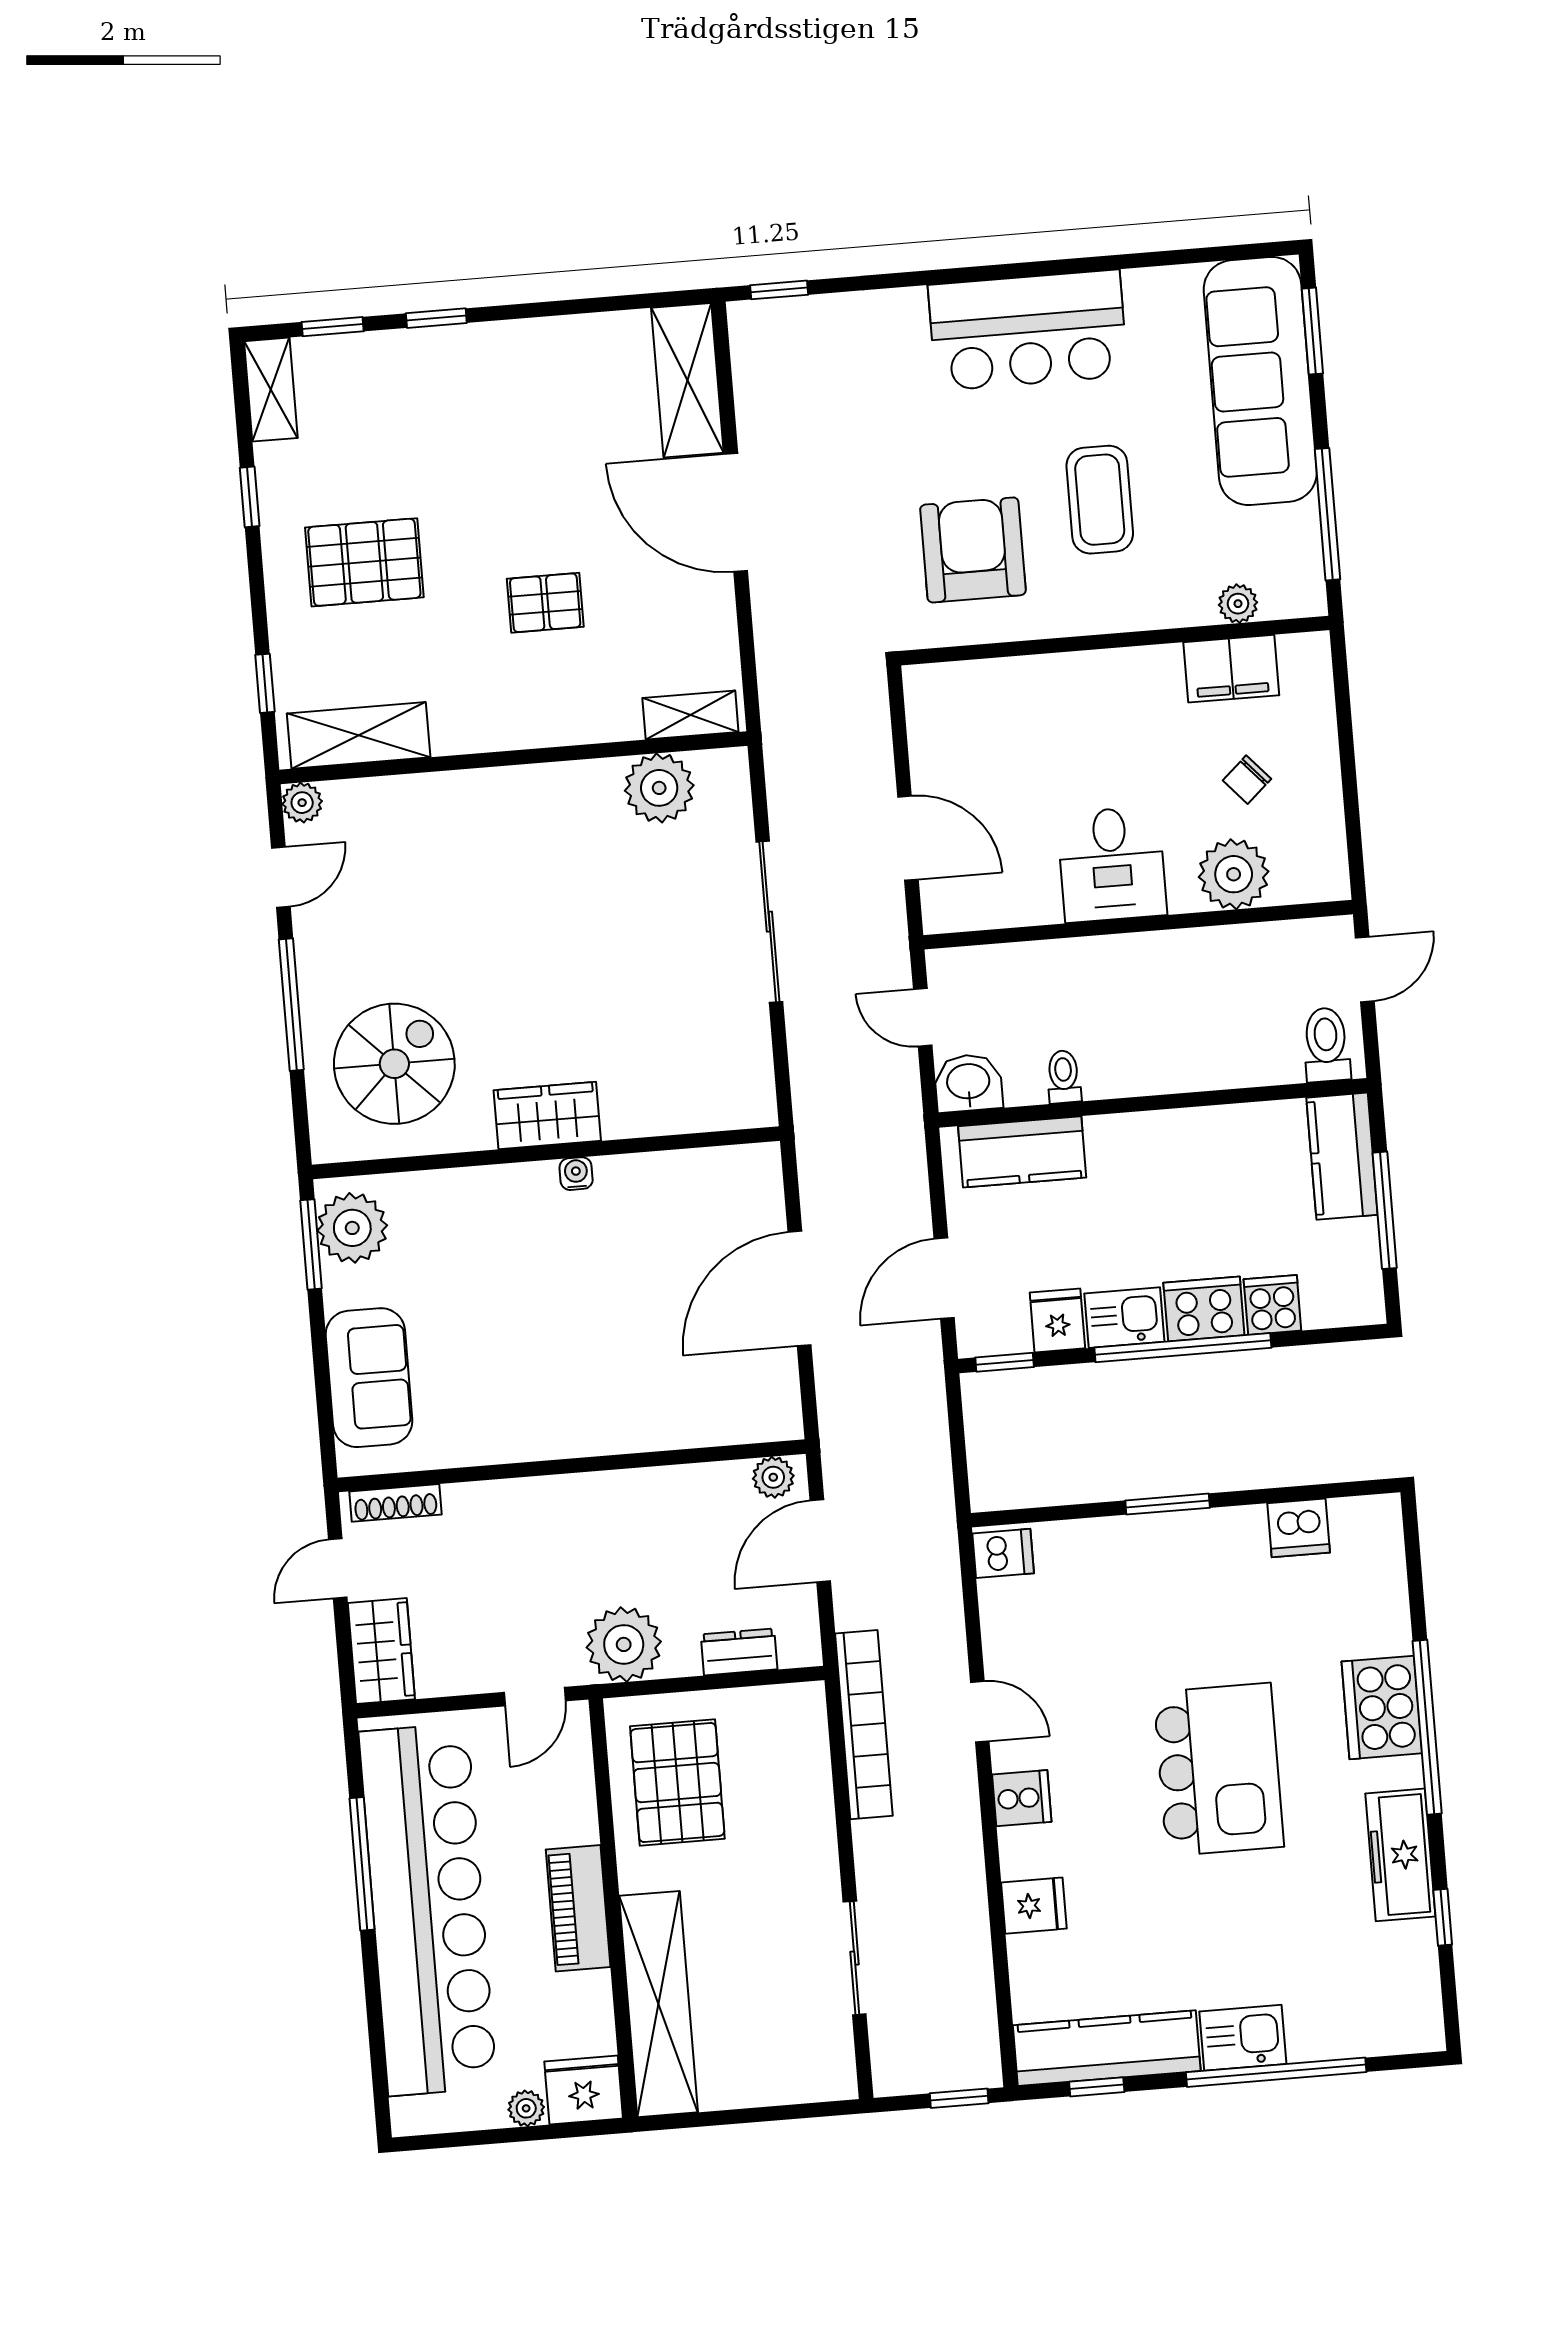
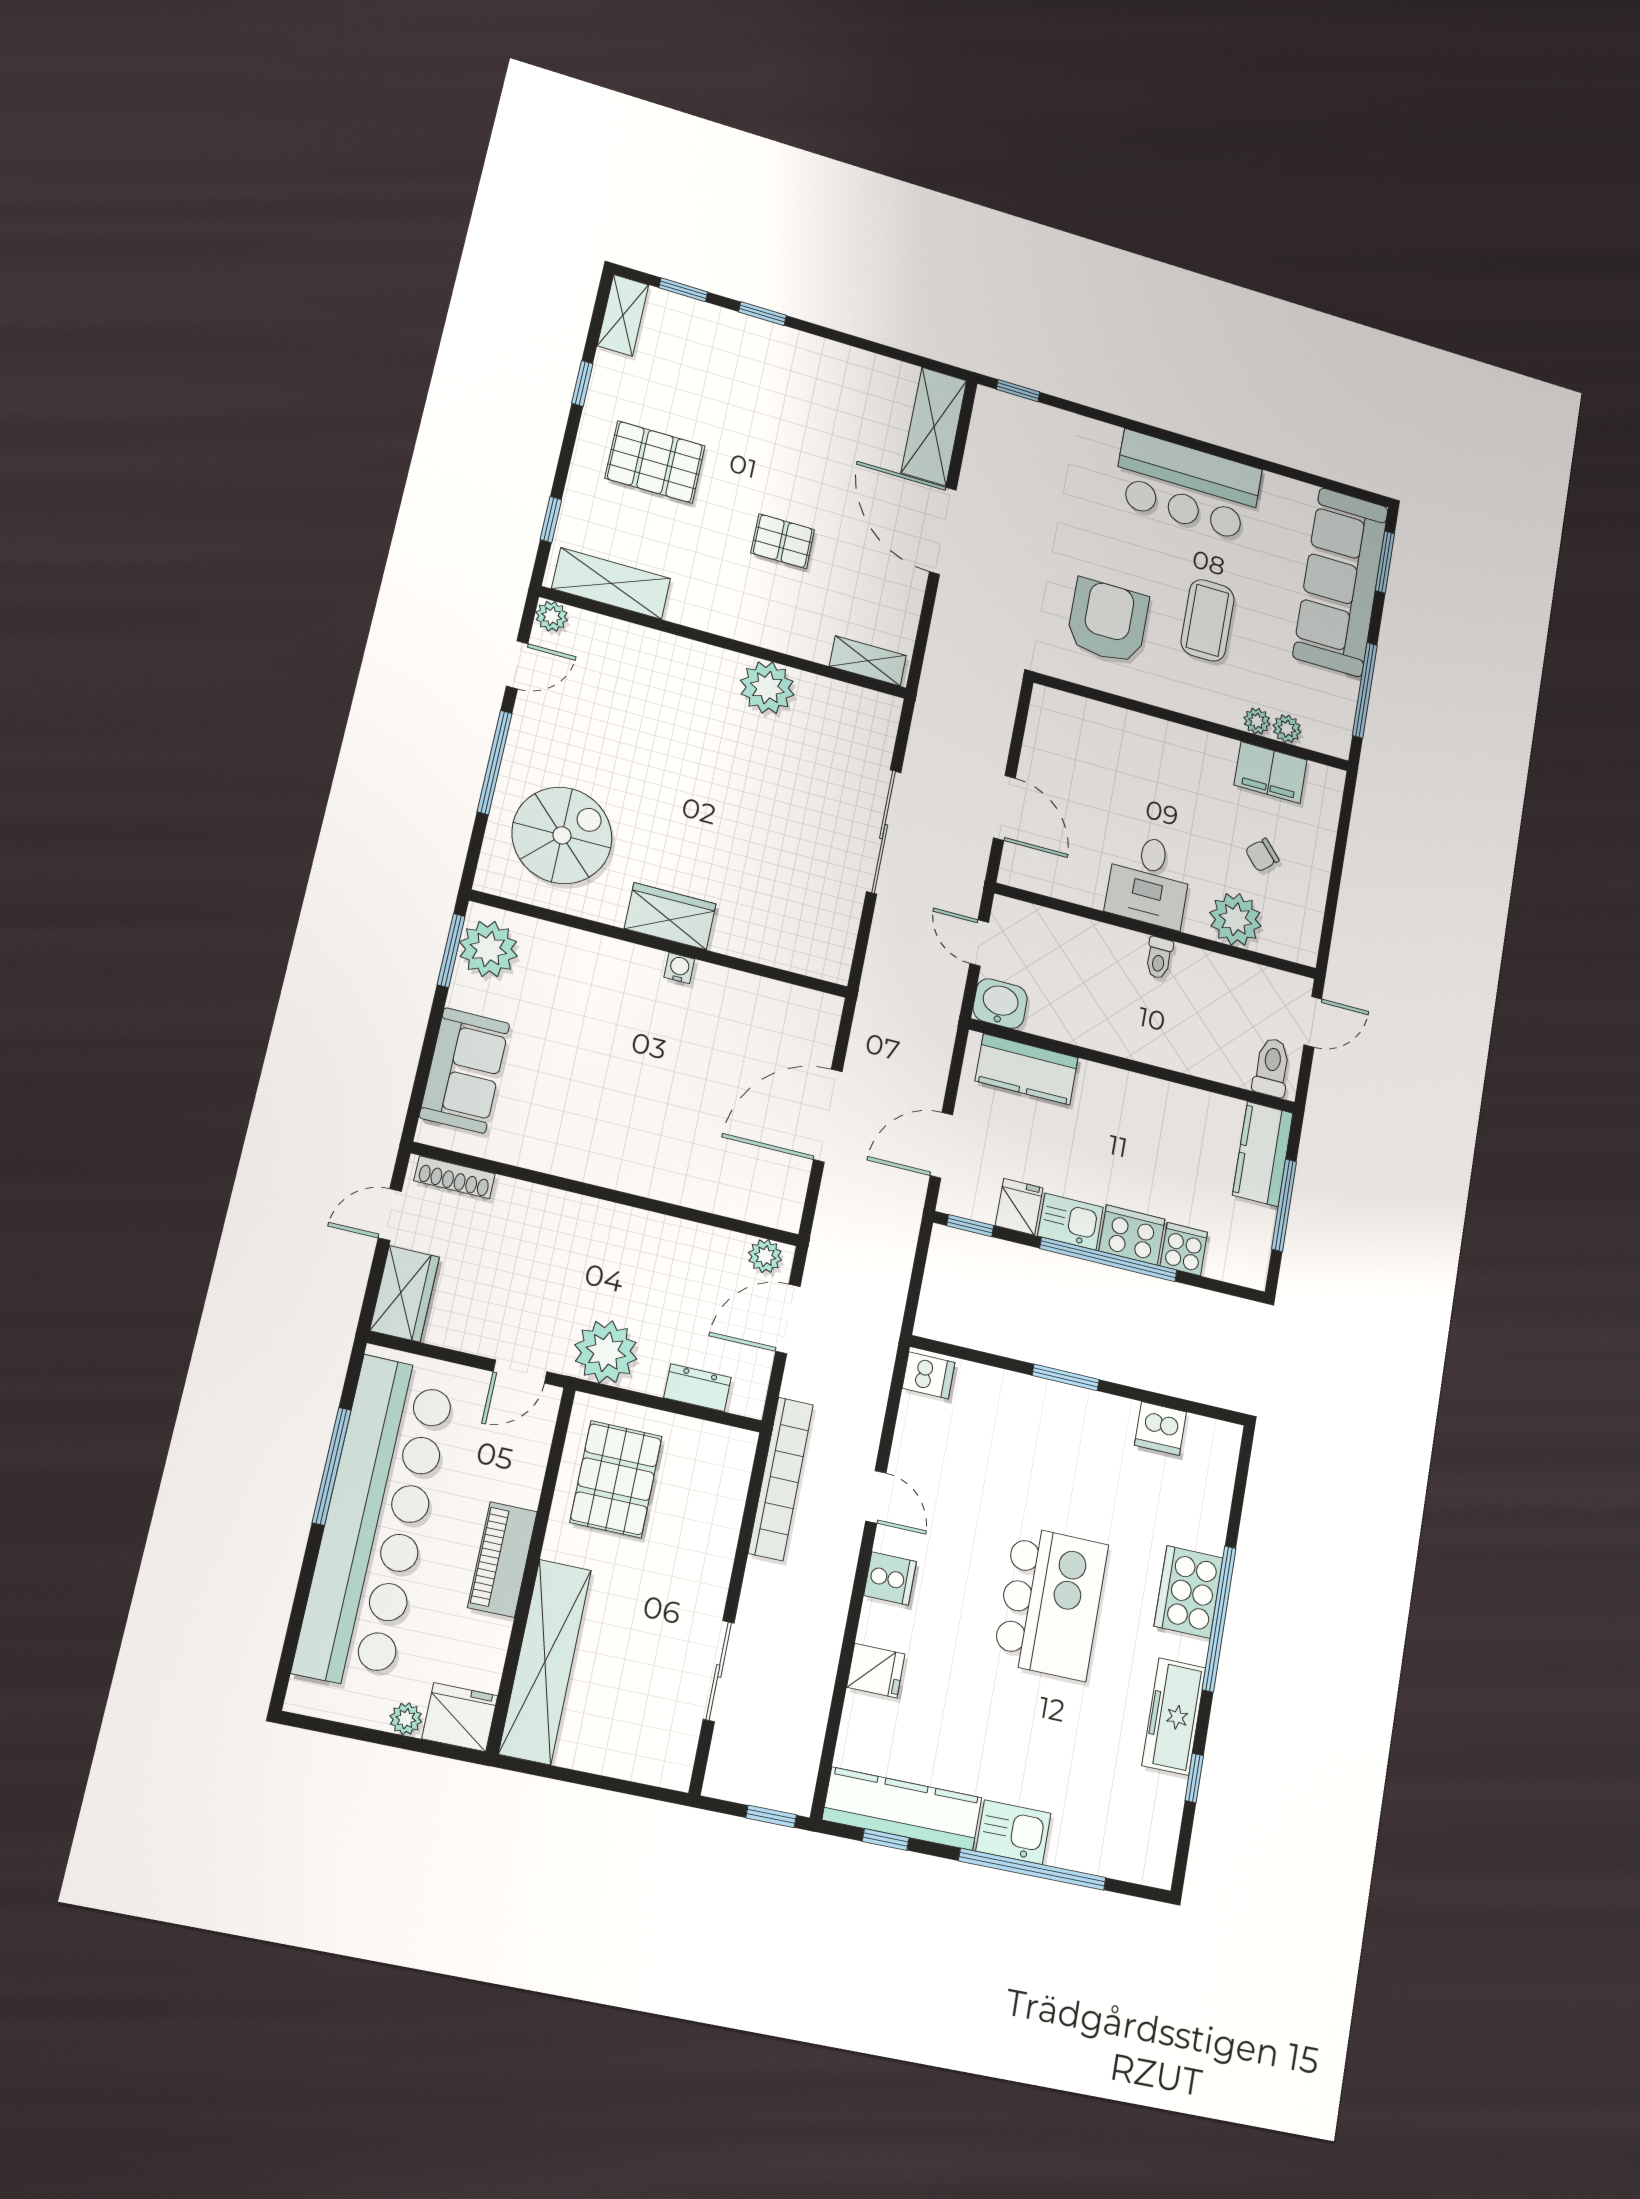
plant: (1197, 608) -> (1257, 721), added
plant: (659, 788) -> (767, 688), moved
toilet: (1064, 1077) -> (1159, 958), moved, turned 180

